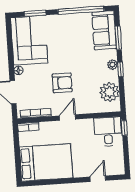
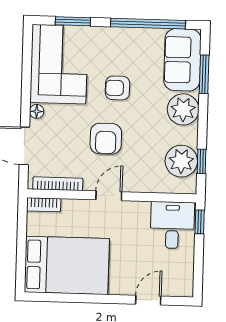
armchair: (66, 51) -> (117, 88), added
plant: (112, 65) -> (183, 109), width x1.88, depth x1.88
window: (120, 69) -> (201, 161), moved
armchair: (62, 83) -> (106, 139), turned 90

